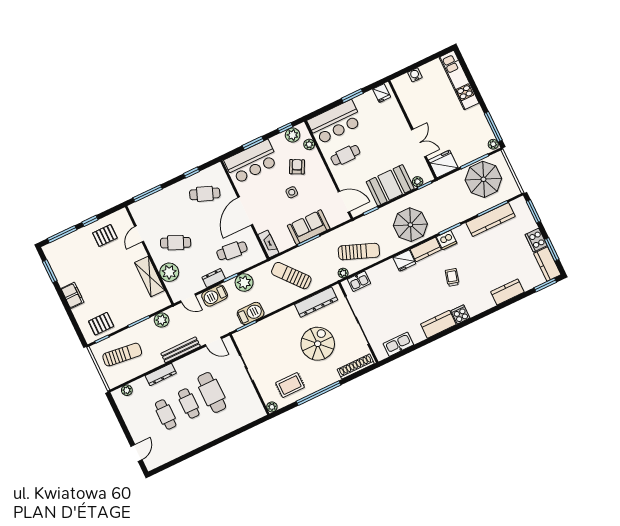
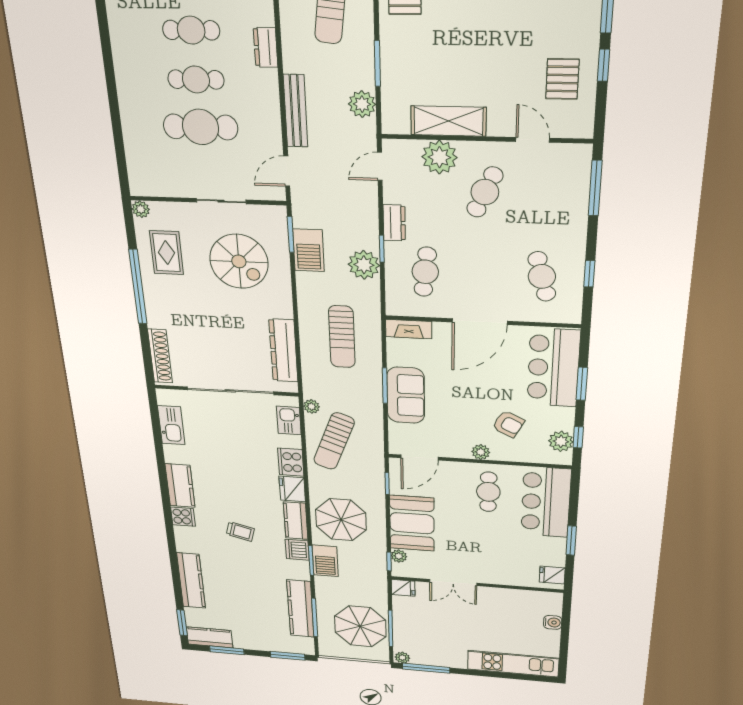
plant: (309, 144) -> (481, 452), moved
fridge: (443, 164) -> (403, 588), width x0.53, depth x0.75
side table: (292, 192) -> (473, 399), removed
cafe table: (205, 194) -> (542, 276), turned -36
door: (245, 211) -> (480, 322), swing flipped
cooker: (536, 240) -> (291, 462), moved, turned -90
sun lounger: (291, 276) -> (342, 337), turned 130
kitchen counter: (507, 292) -> (191, 581), width x1.50
barbecue: (215, 296) -> (325, 561), moved, turned 180
spiral stairs: (318, 344) -> (239, 261), moved
dresser: (161, 374) -> (266, 47), width x0.70

